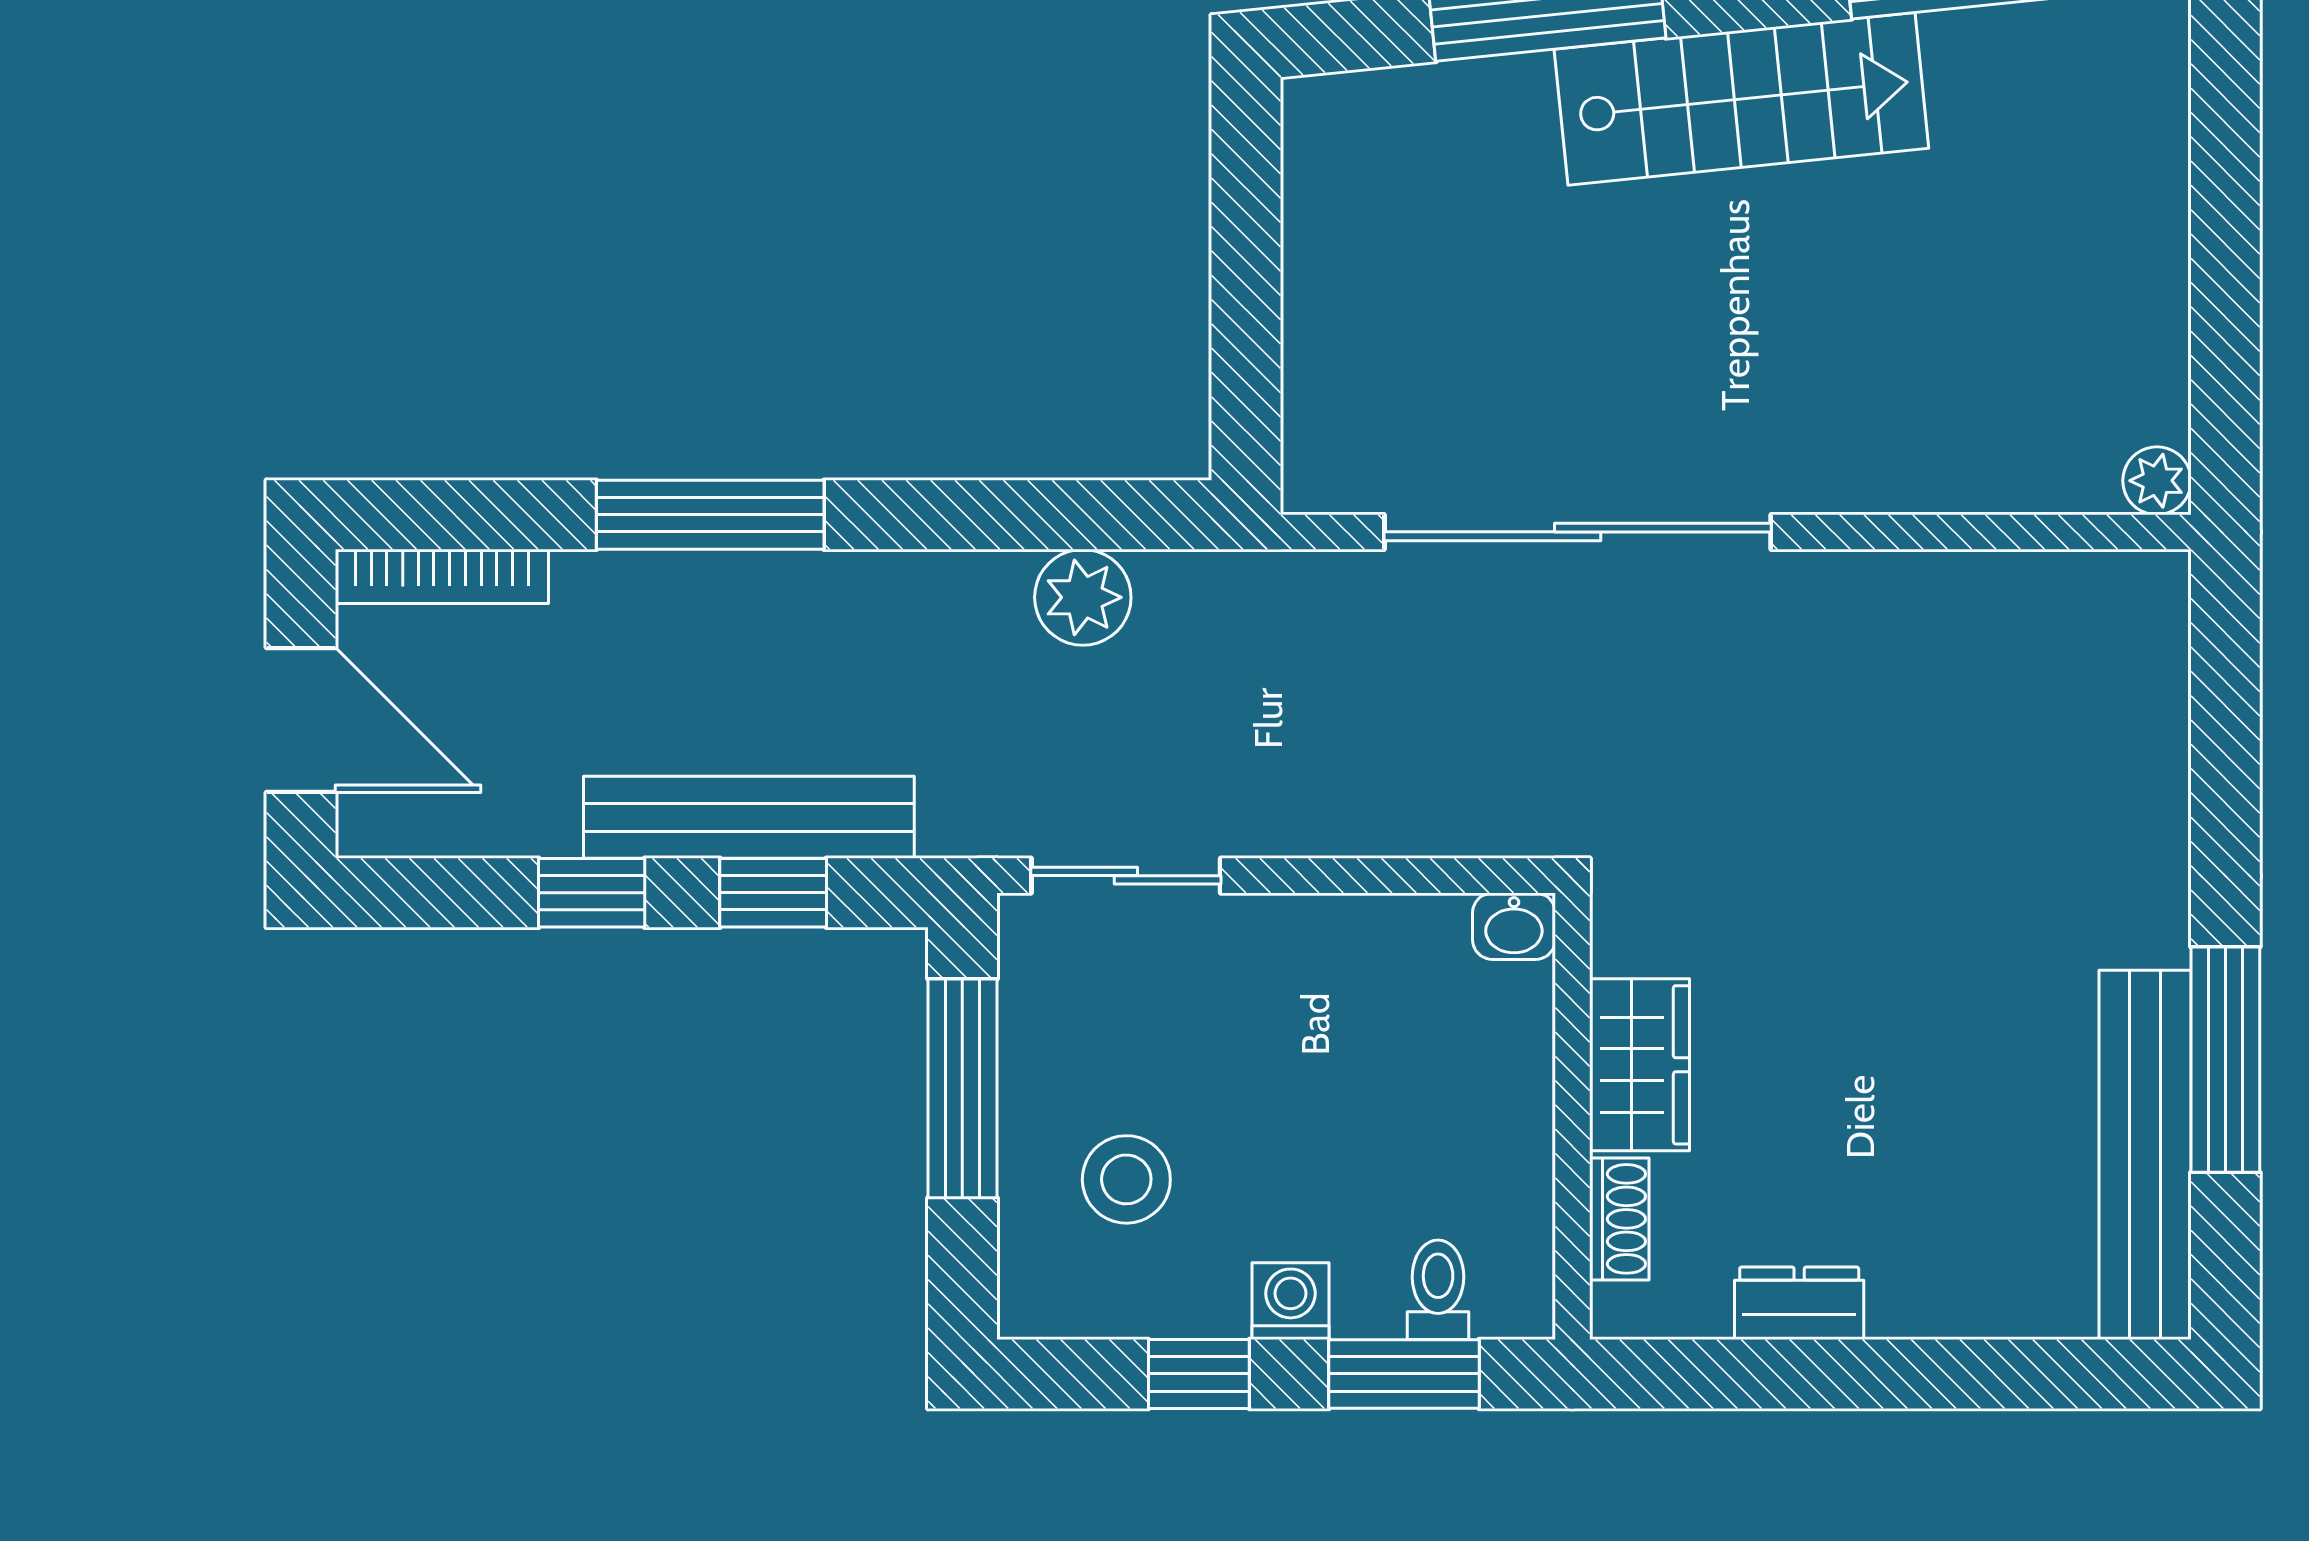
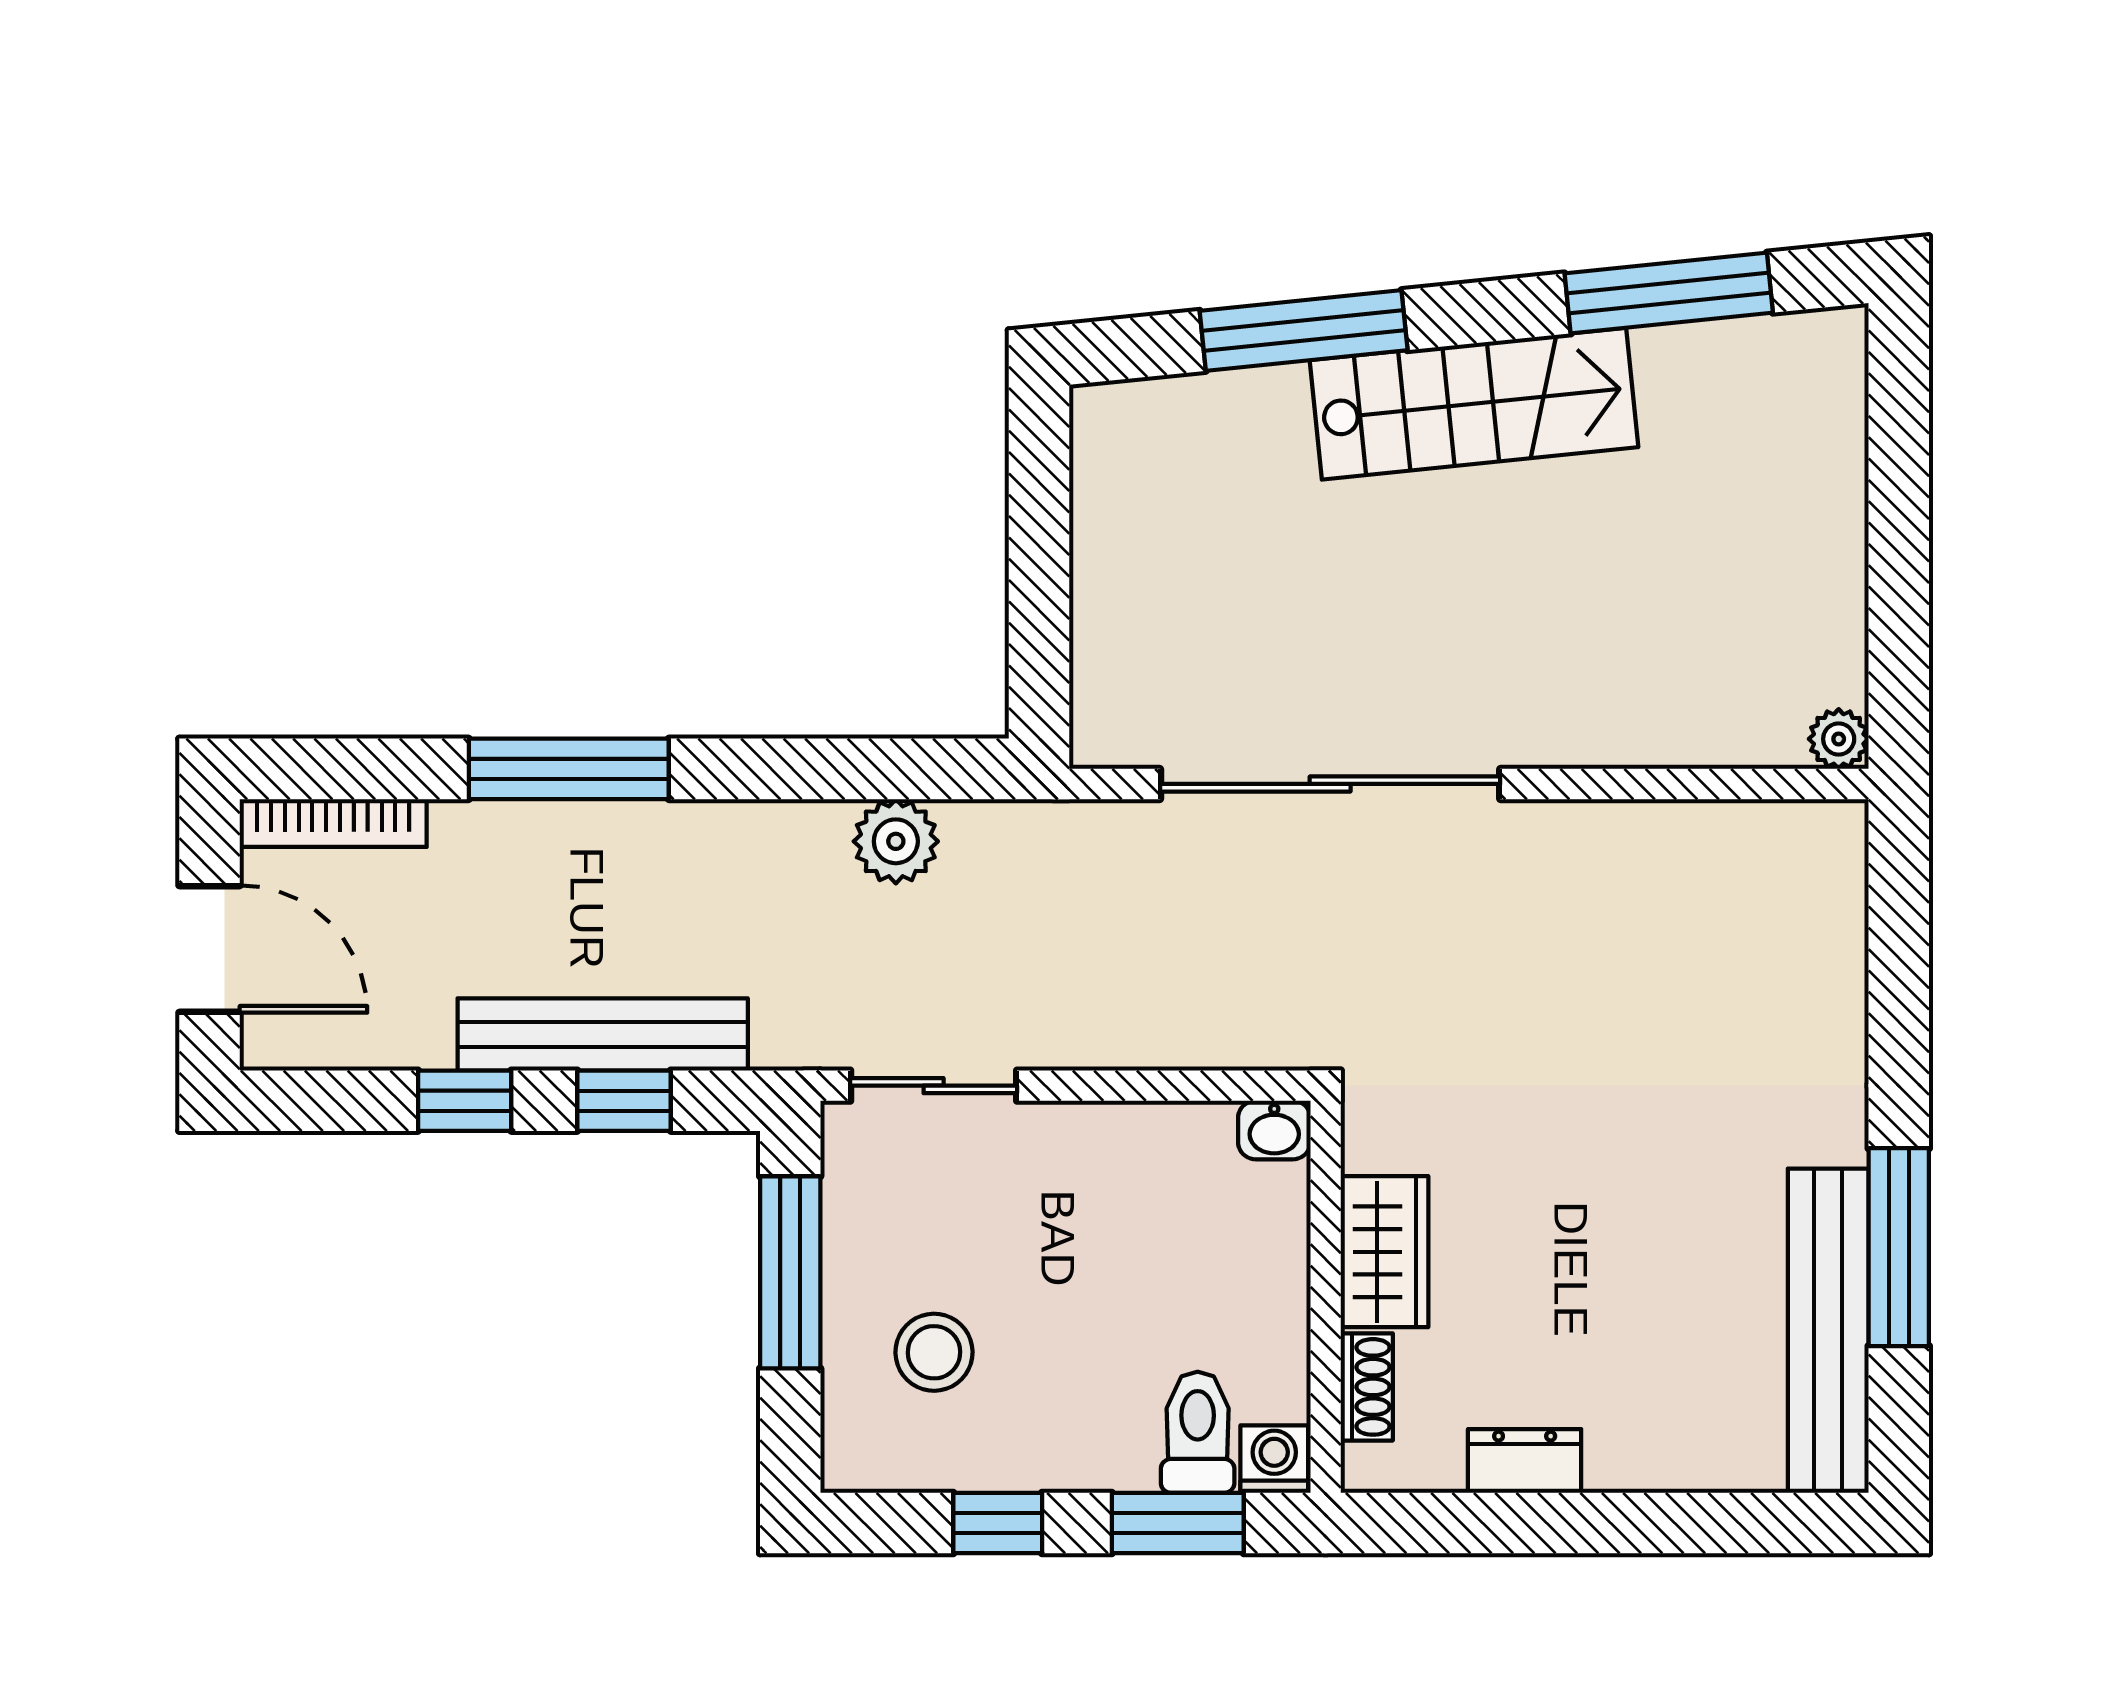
toilet: (1438, 1290) -> (1198, 1432), width x1.37, depth x1.39
washing machine: (1290, 1301) -> (1274, 1459), moved

